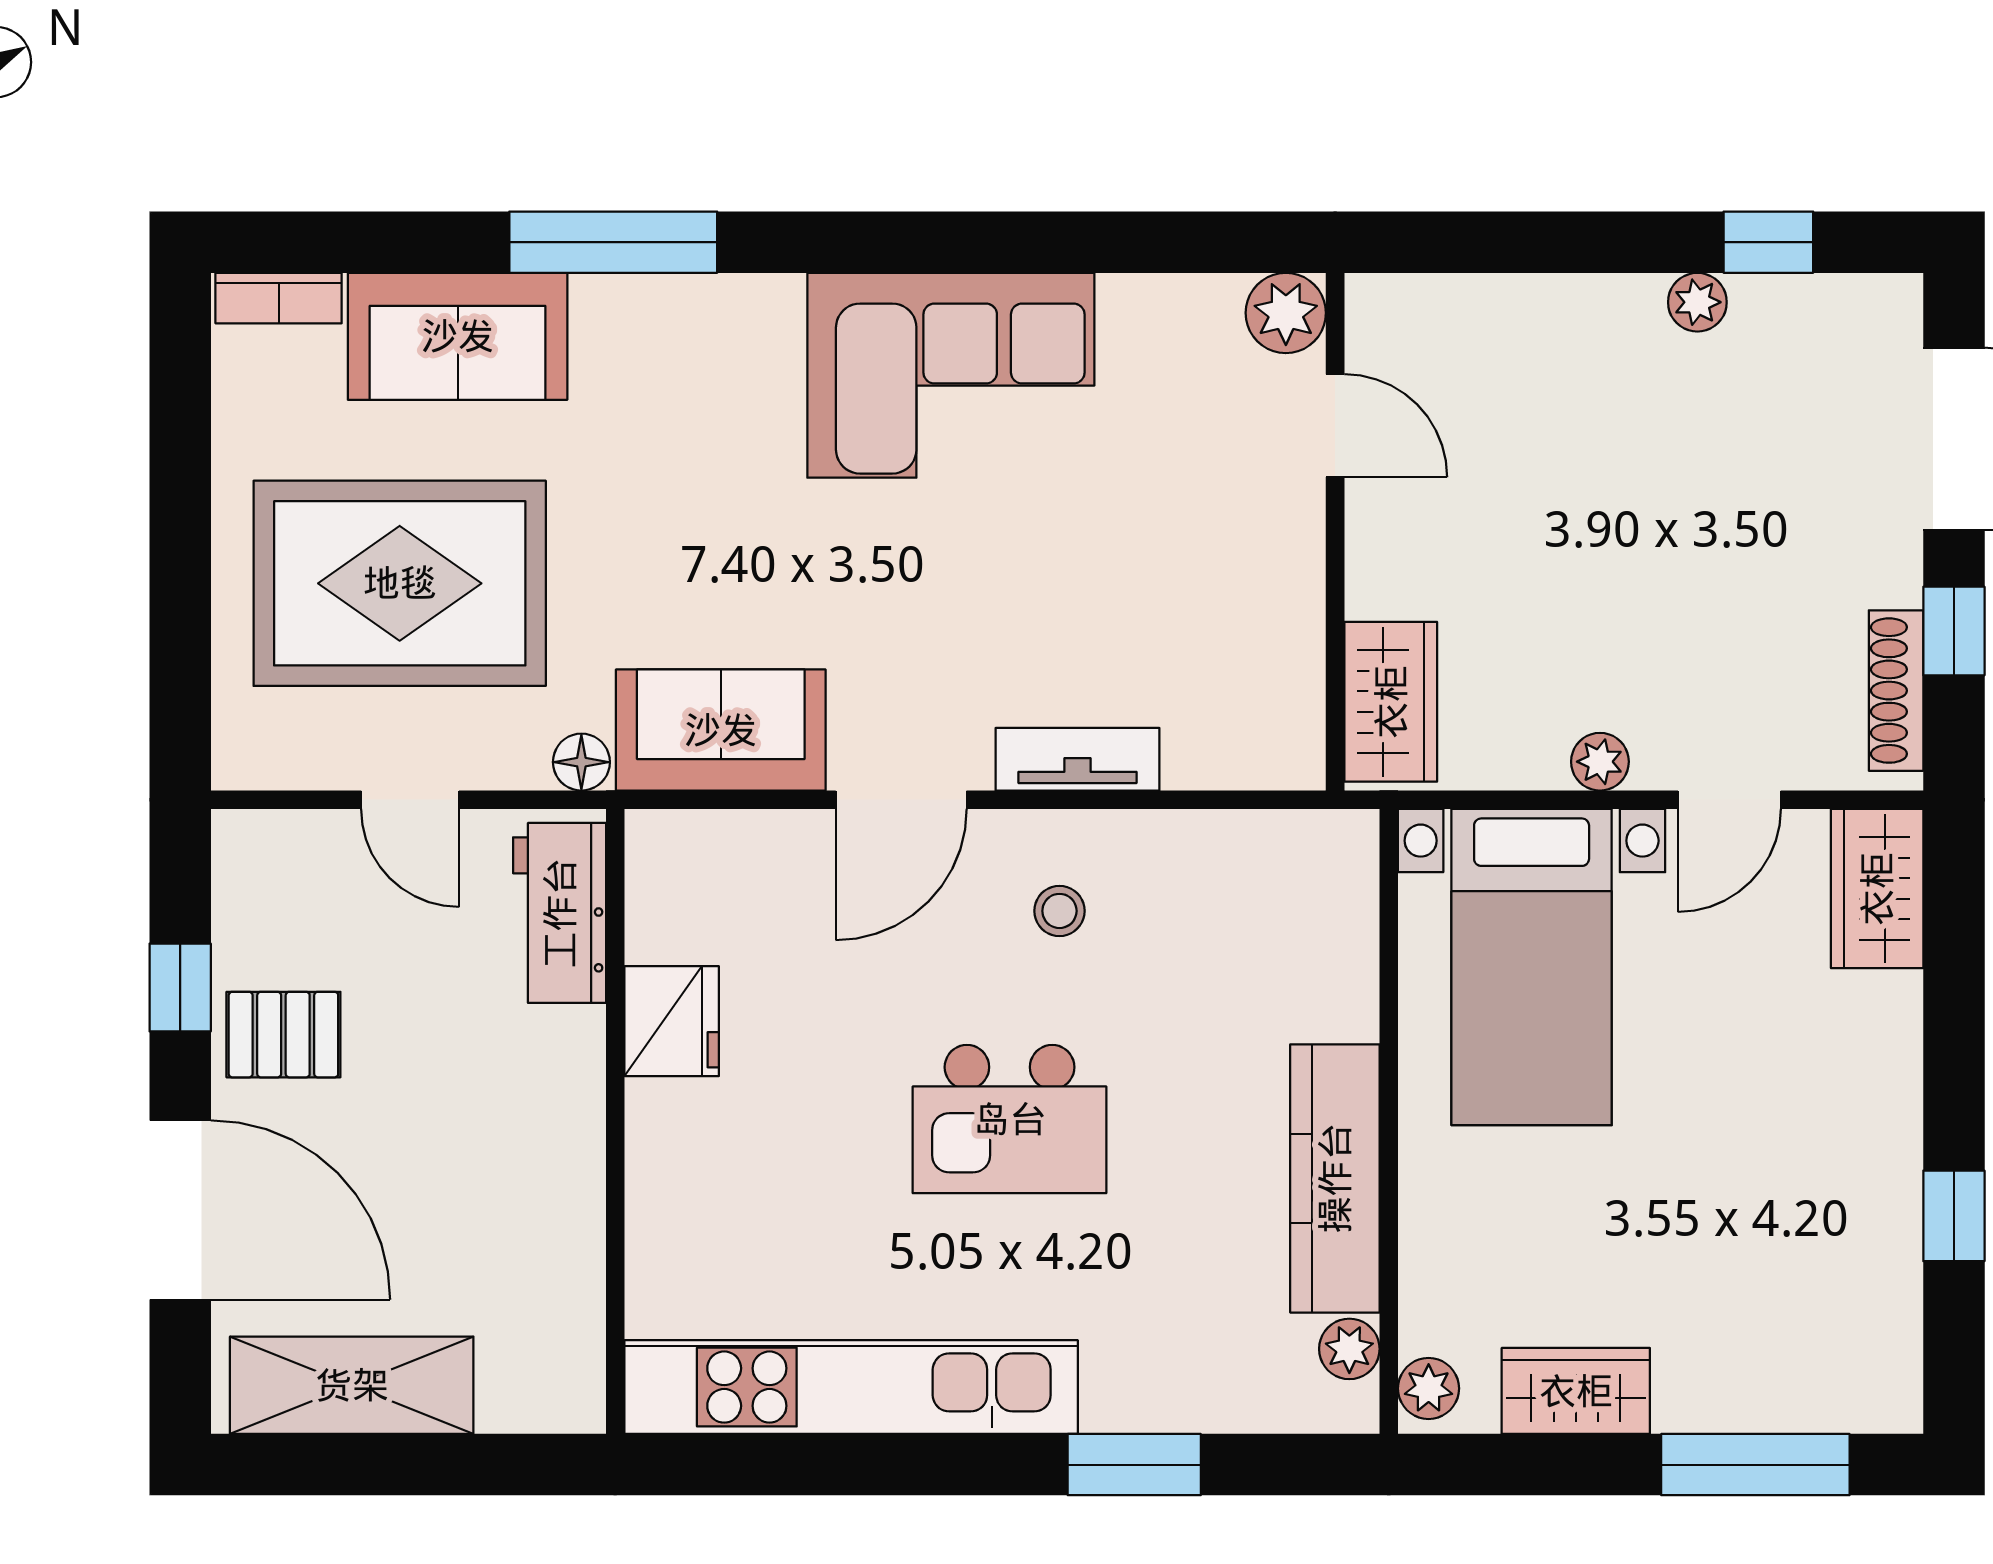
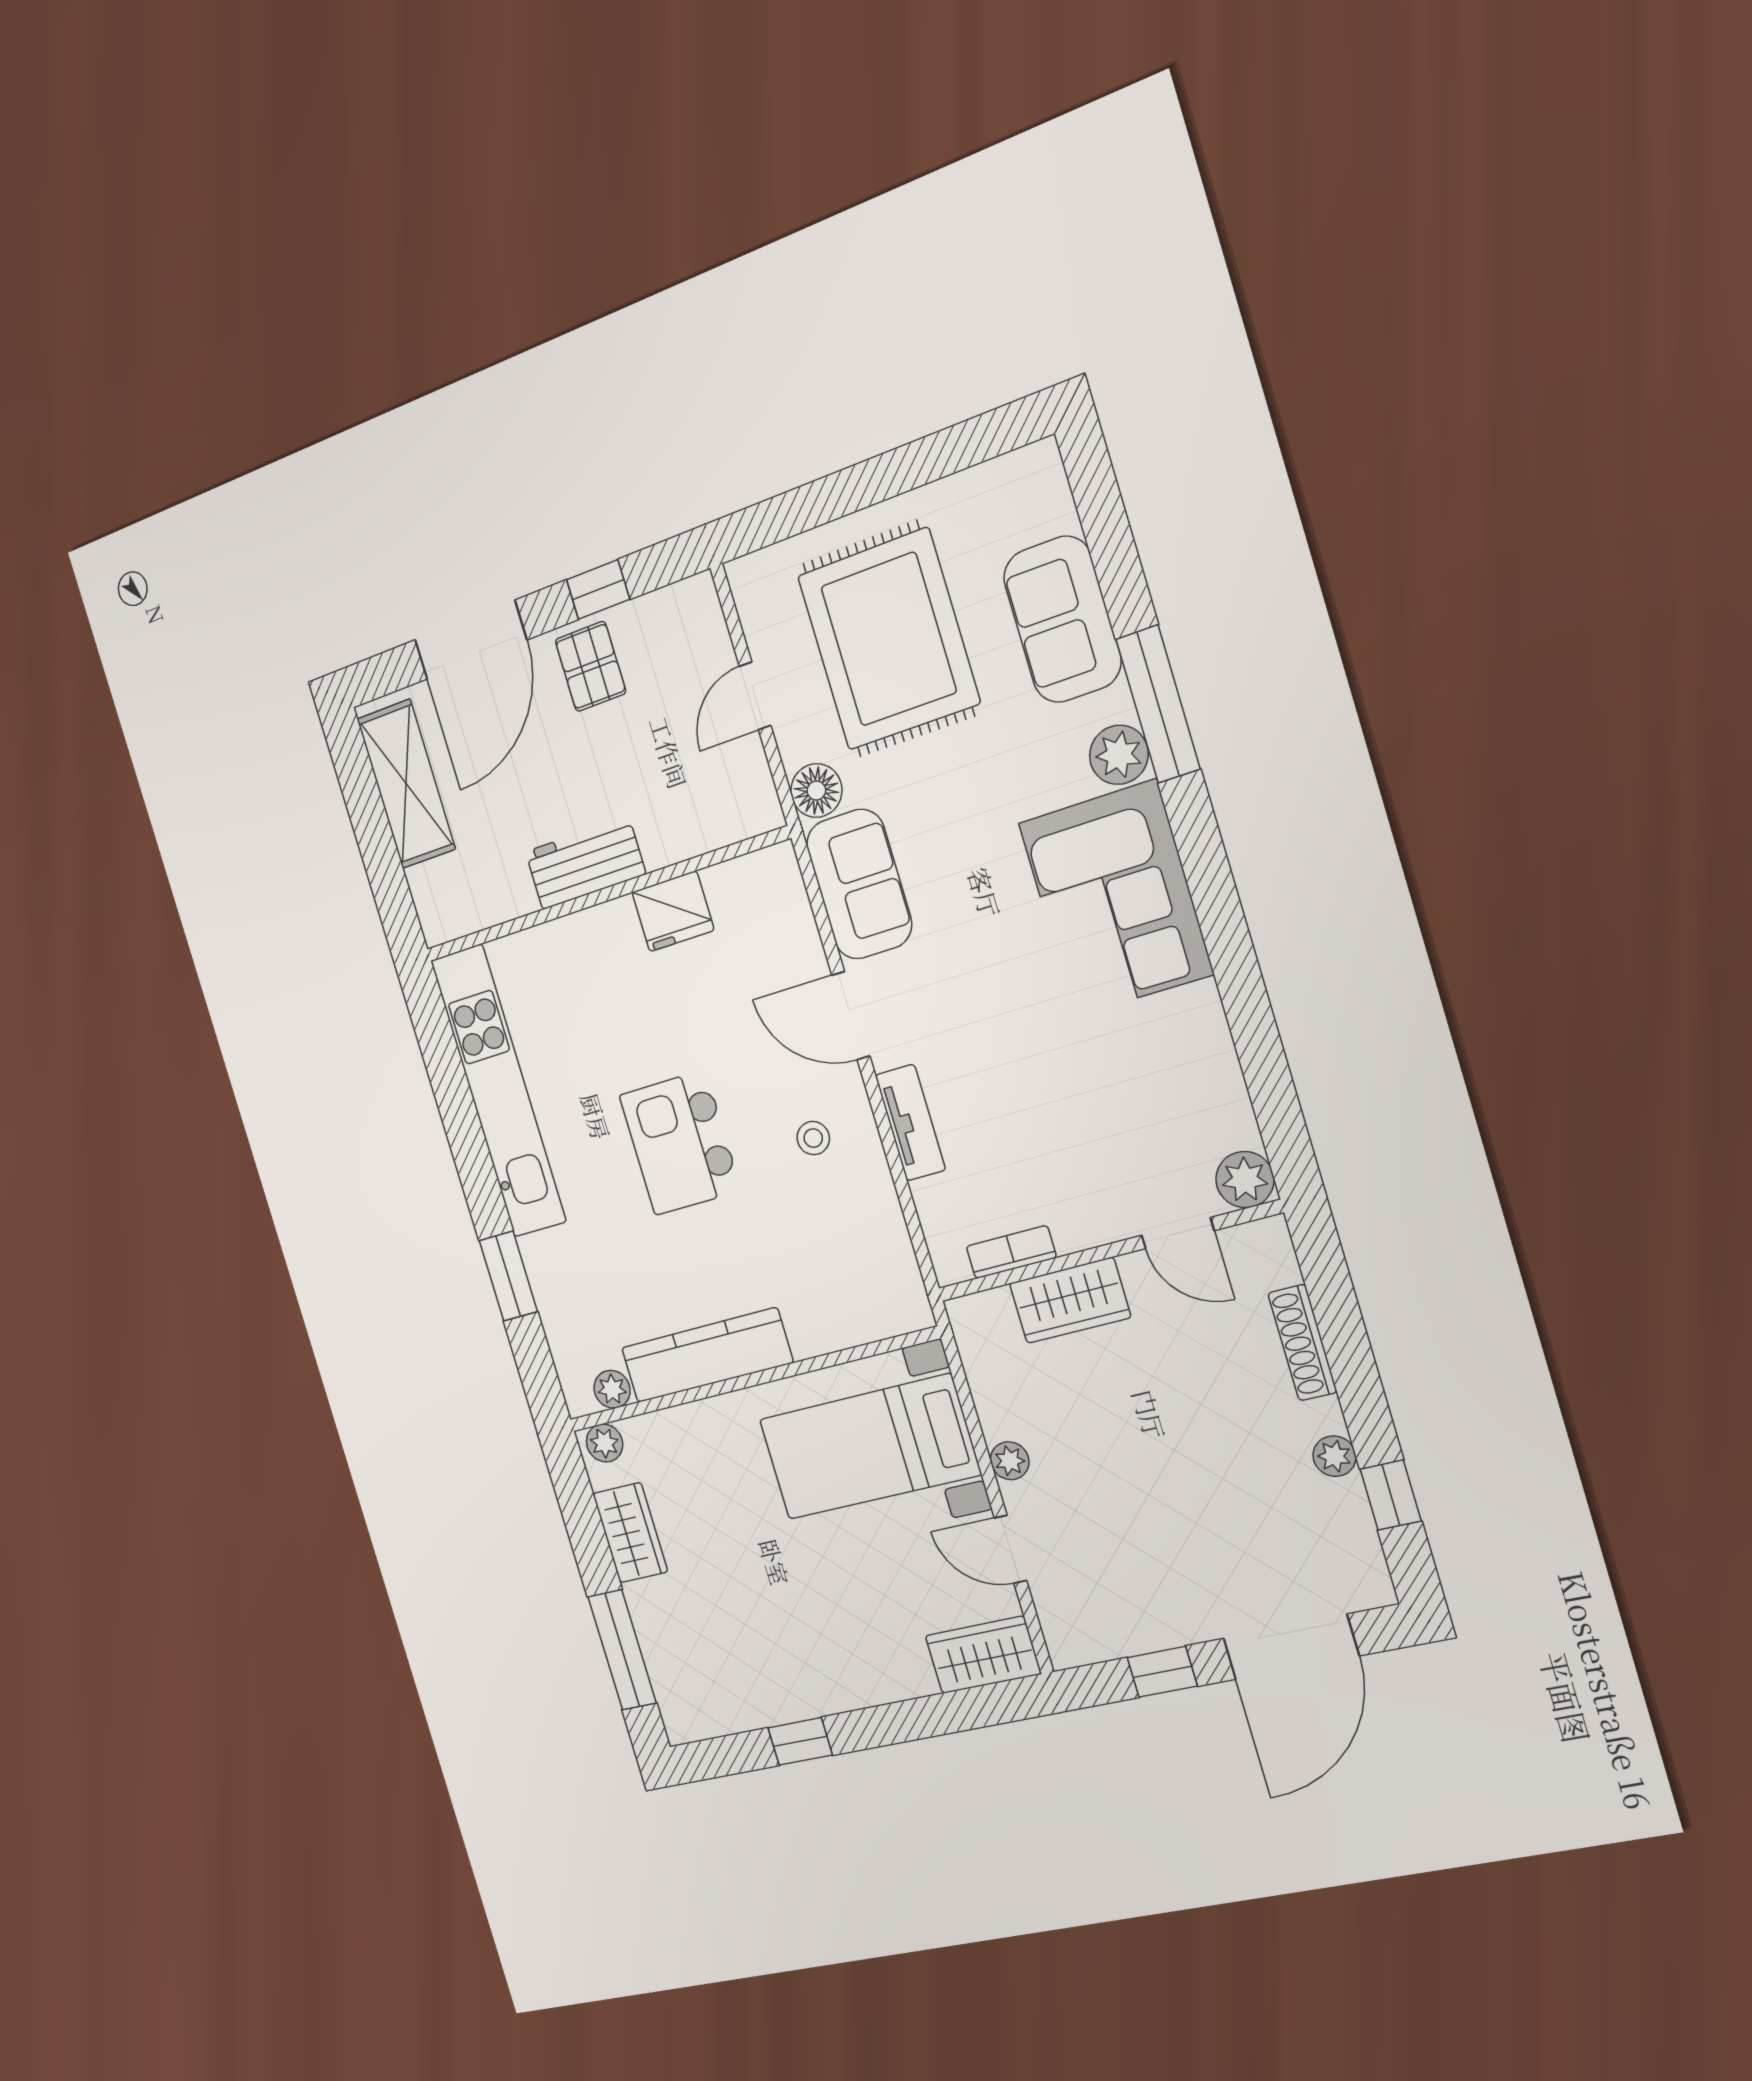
bookcase: (279, 298) -> (1011, 1252), moved, turned 90
plant: (663, 314) -> (1119, 755), added
corner sofa: (951, 375) -> (1116, 899), moved
door: (1335, 426) -> (1178, 1233), hinge flipped
shoe rack: (1896, 691) -> (1302, 1343), moved, turned -90
wardrobe: (1391, 702) -> (1070, 1300), moved
floor lamp: (581, 762) -> (816, 791), width x1.37, depth x1.37
workbench: (560, 913) -> (585, 863), moved

